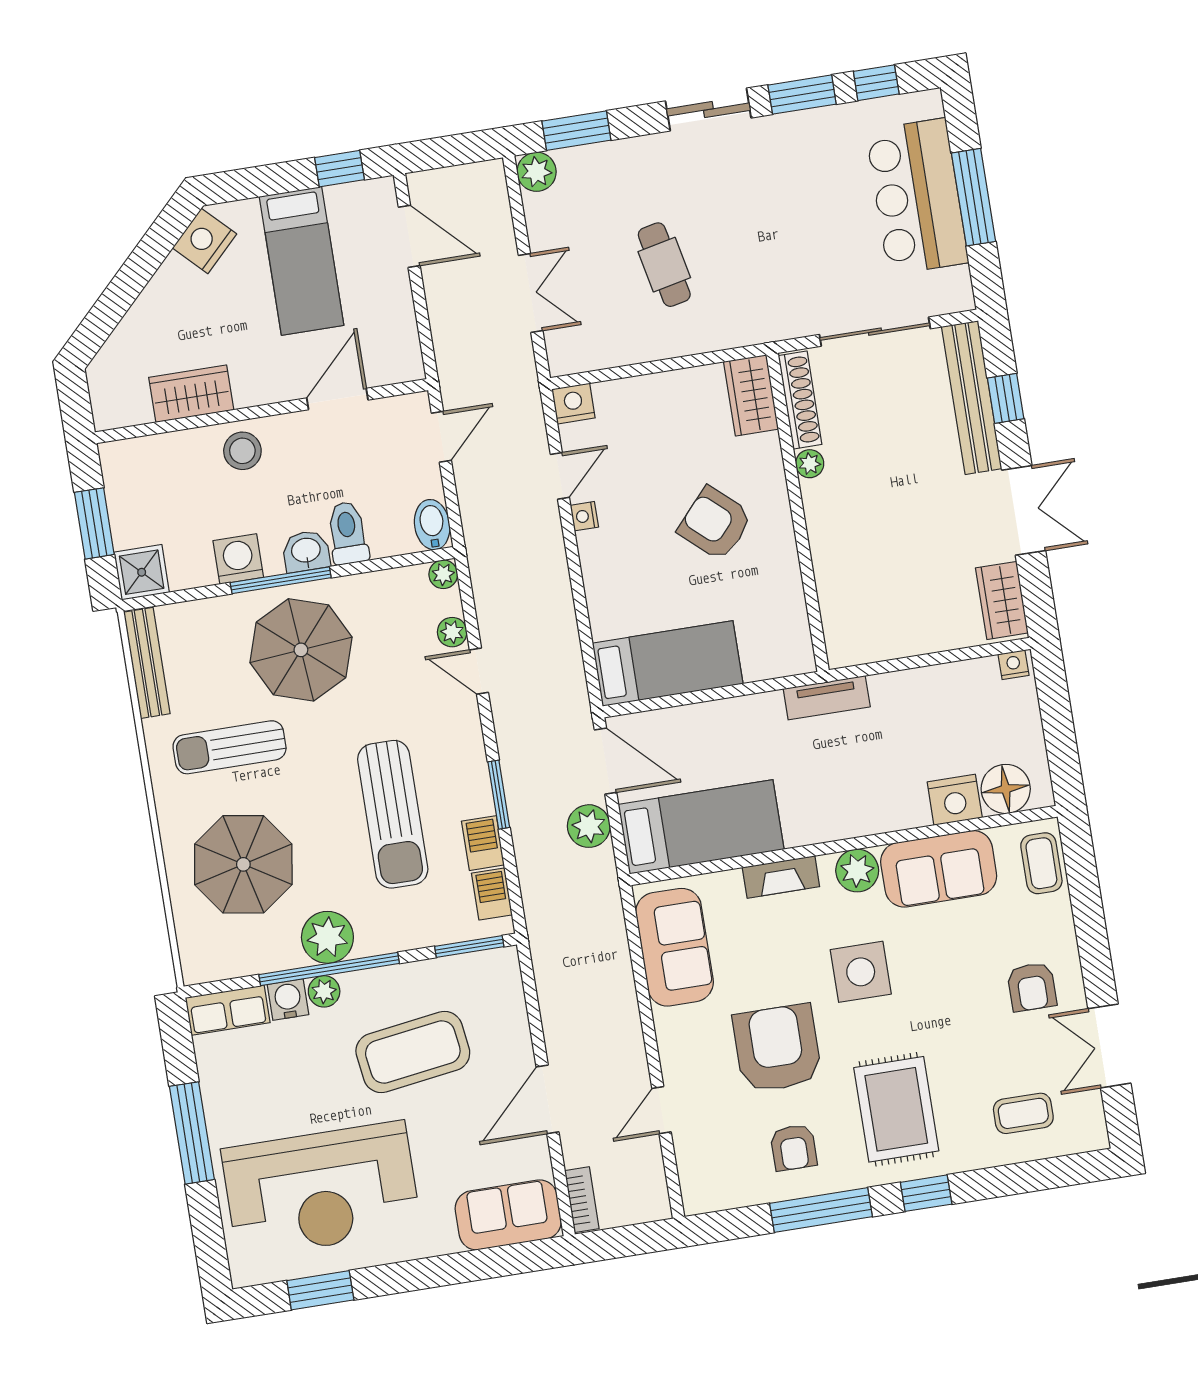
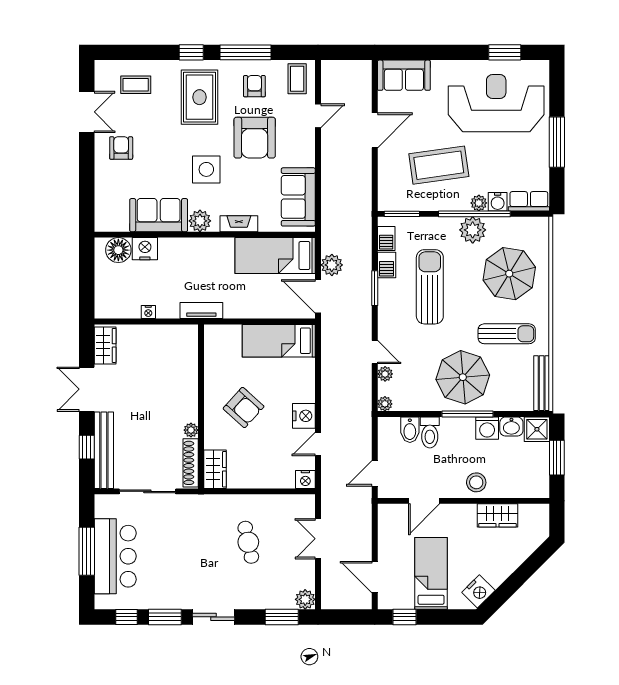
nightstand: (584, 516) -> (304, 416), width x1.89, depth x1.79
bidet: (432, 525) -> (410, 430), moved
washbasin: (306, 551) -> (511, 427), moved
nightstand: (1014, 665) -> (148, 312), moved
coffee table: (1041, 863) -> (297, 79), moved
bookcase: (582, 1200) -> (365, 77), removed

